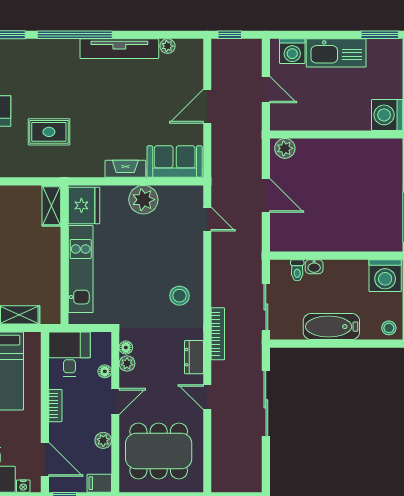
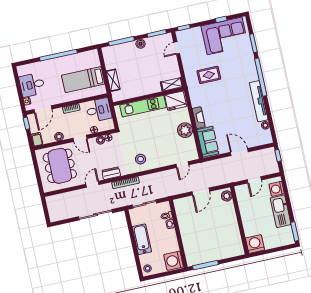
rug: (49, 132) -> (209, 75), turned 90

